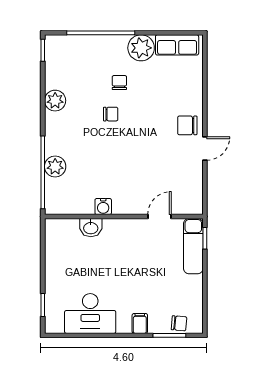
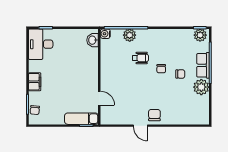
row of seats: (177, 45) -> (203, 65), moved
plant: (55, 101) -> (200, 35), moved
wheelchair: (93, 149) -> (140, 58), added
water cooler: (103, 207) -> (105, 34), moved
washbasin: (91, 228) -> (93, 40), moved
desk: (90, 314) -> (41, 44), moved
filing cabinet: (140, 323) -> (35, 82), width x2.00

